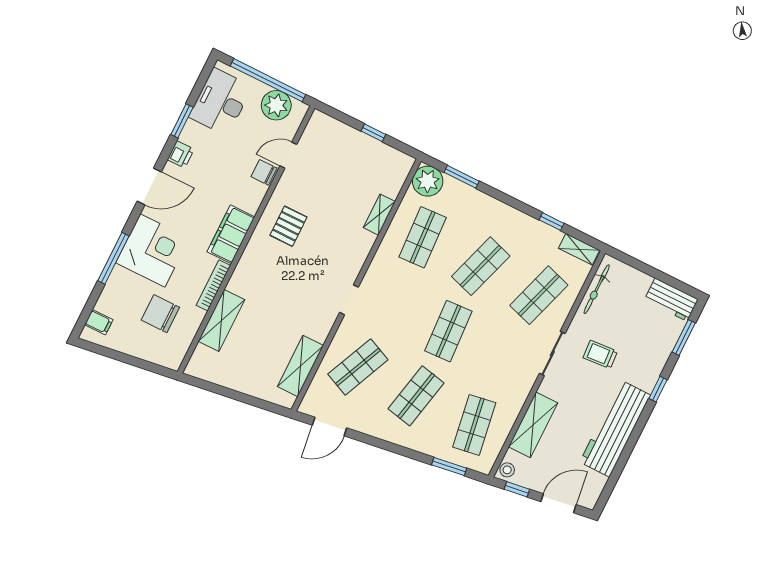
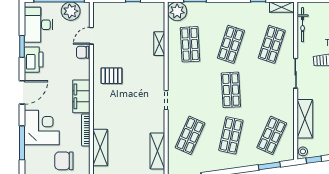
printer: (181, 154) -> (34, 60), width x1.87, depth x1.48
pallet: (288, 226) -> (111, 76), turned 90
shop shelf: (474, 425) -> (272, 135), turned 33

